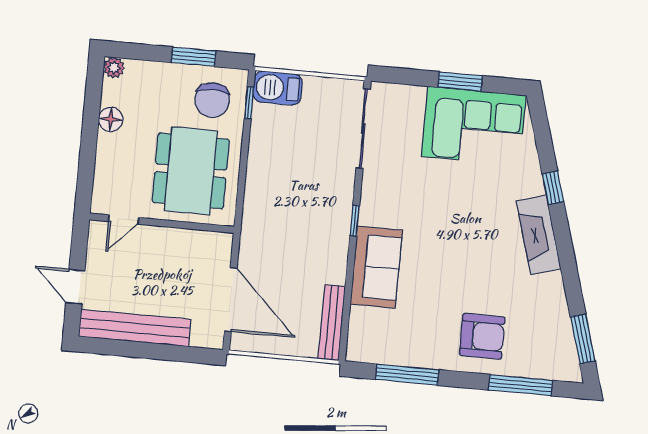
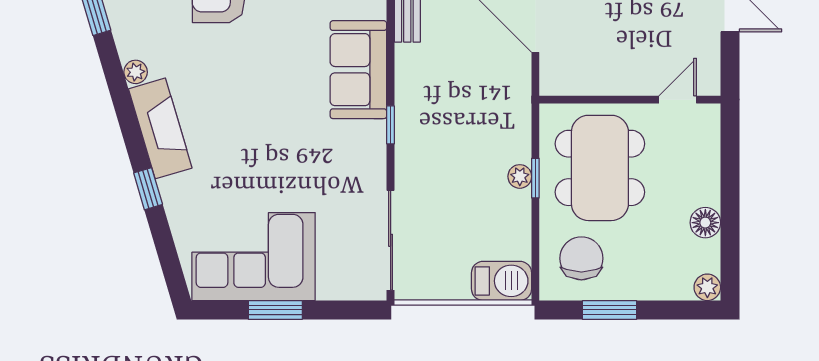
window: (249, 103) -> (535, 178), moved
plant: (255, 170) -> (520, 176), added
plant: (554, 282) -> (136, 72), added

